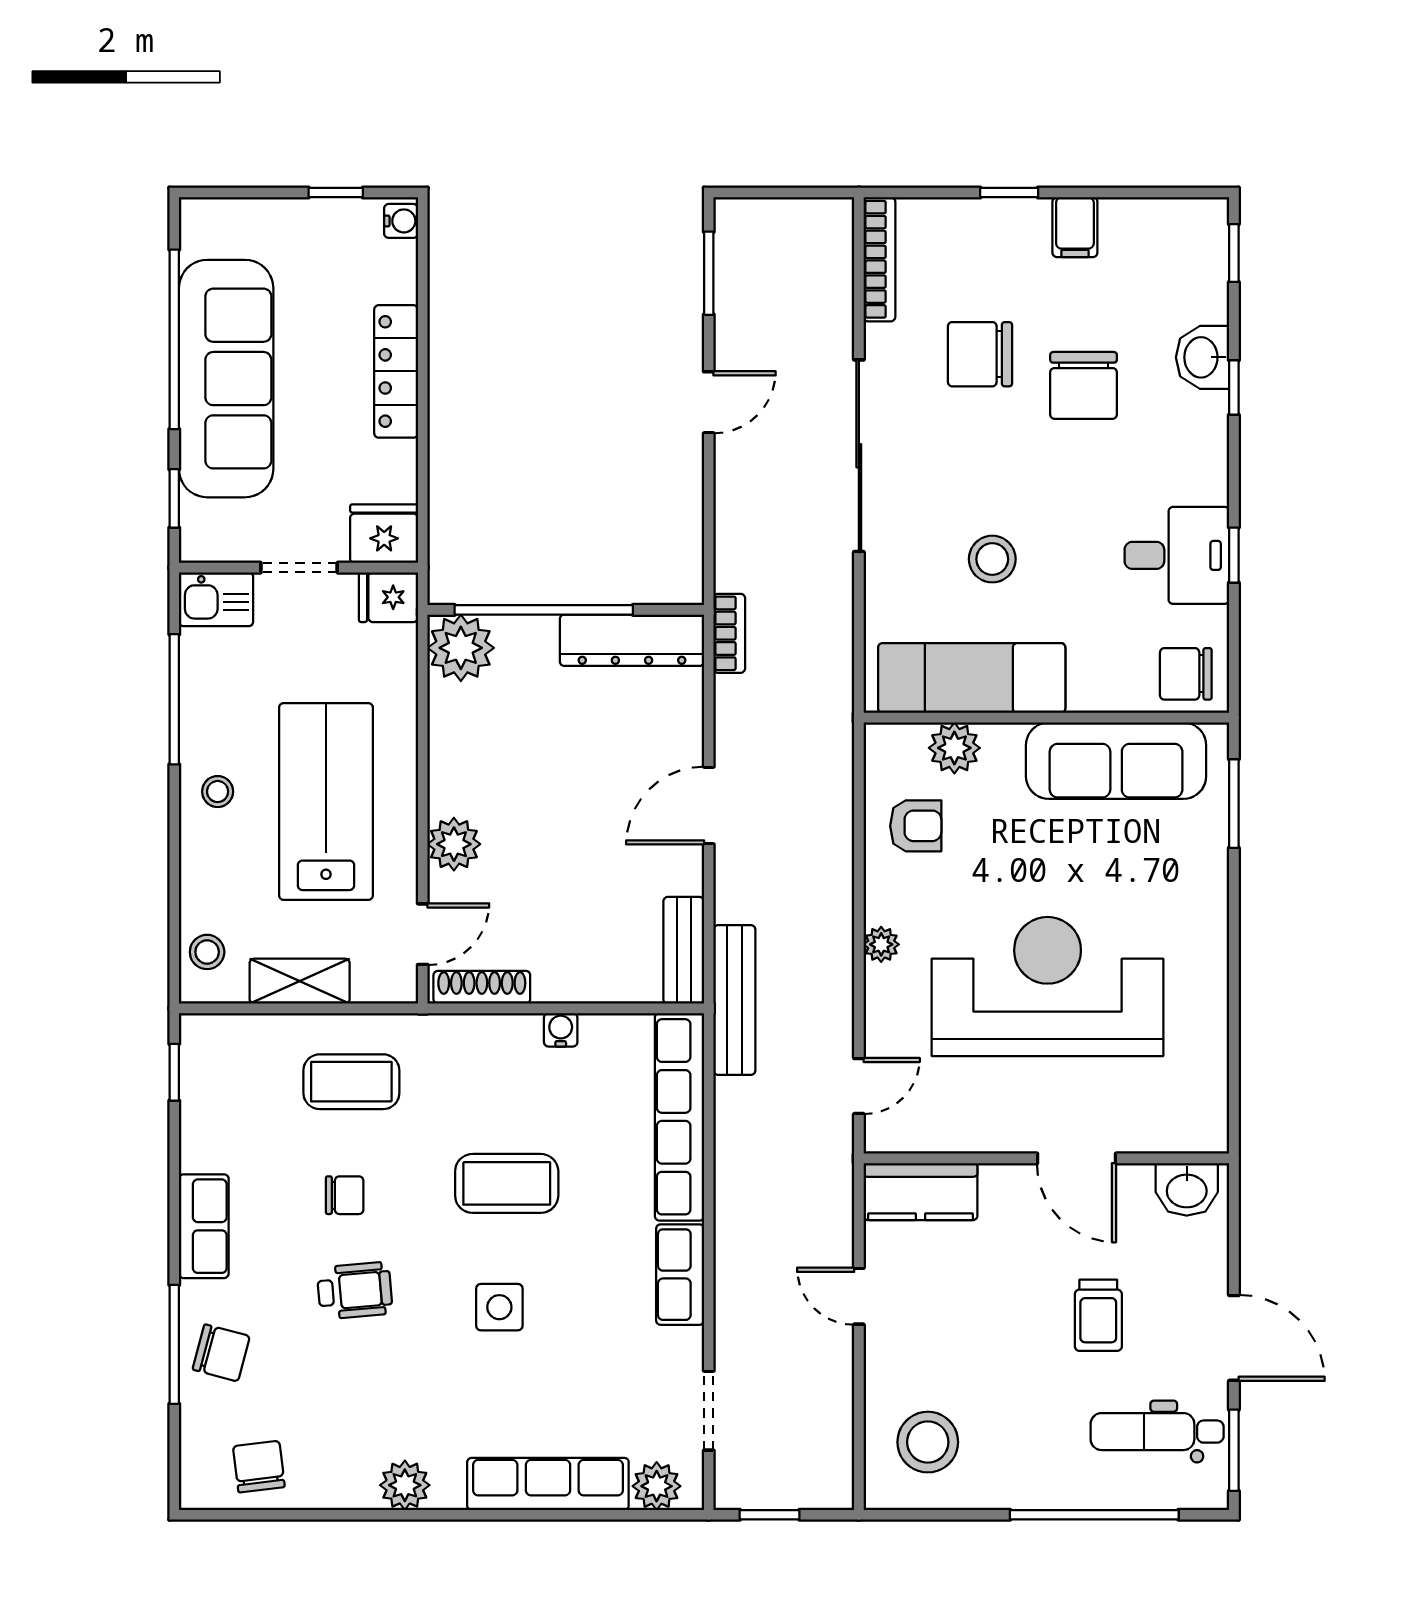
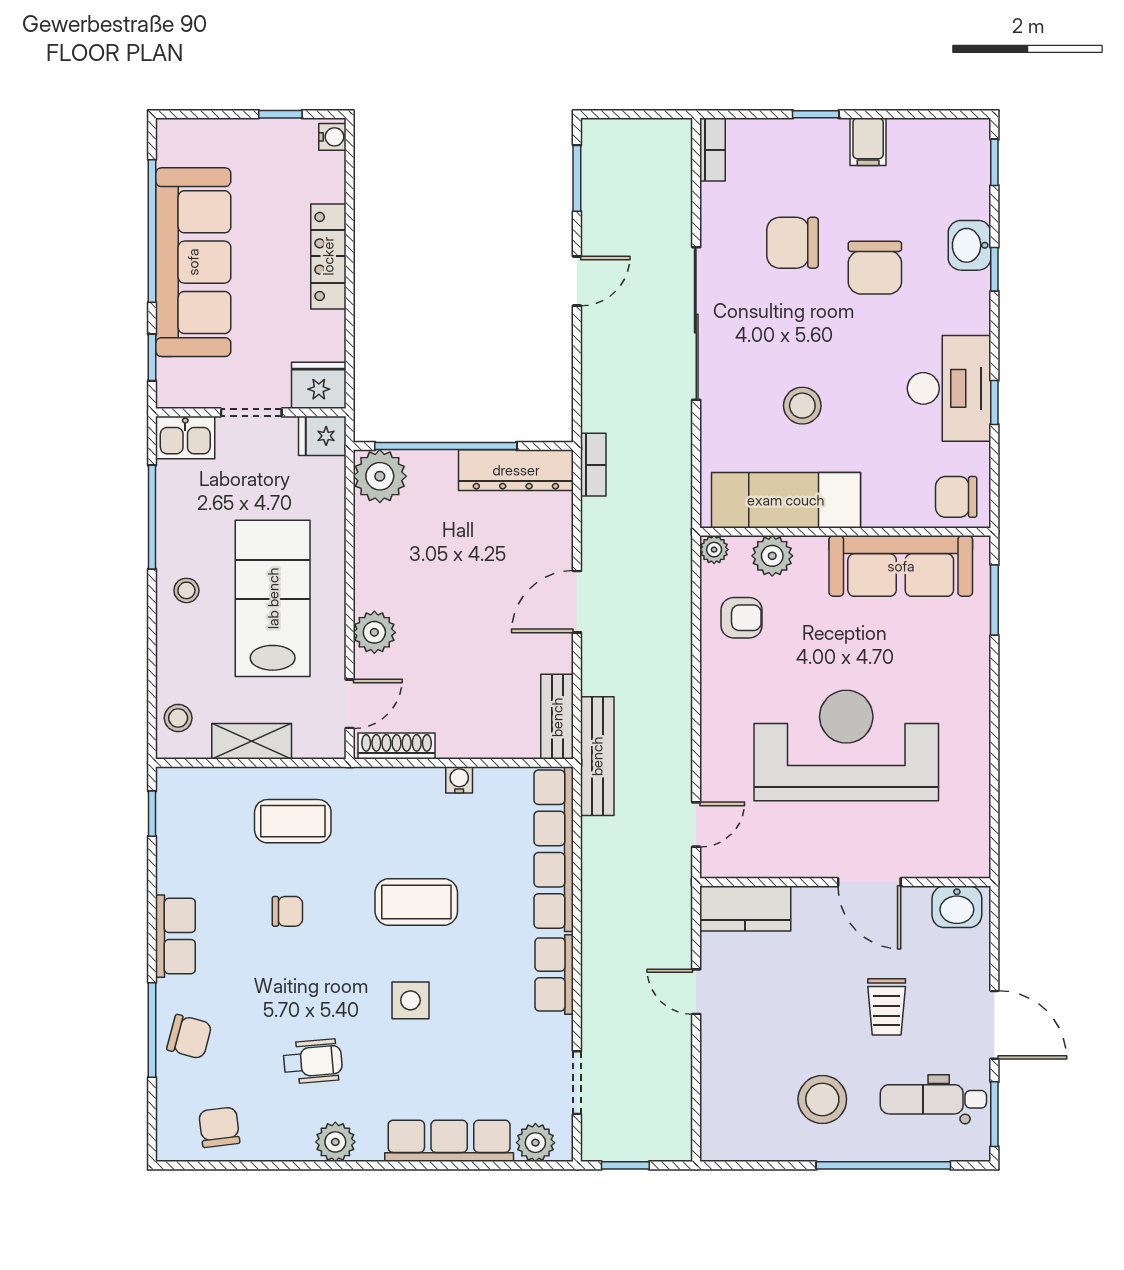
bookcase: (879, 259) -> (713, 150), width x0.64
desk: (1177, 555) -> (949, 388), width x1.37
plant: (881, 944) -> (714, 550), moved
wheelchair: (355, 1291) -> (313, 1061), moved
stool: (928, 1442) -> (822, 1099), moved

